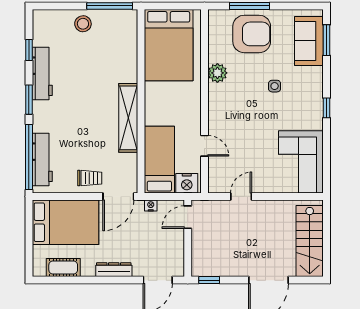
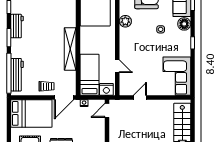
workbench: (42, 74) -> (17, 26), width x0.73
floor lamp: (313, 77) -> (184, 24), added

